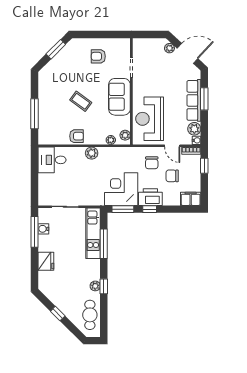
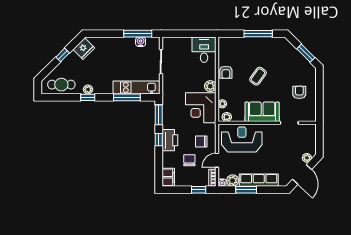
window: (204, 99) -> (246, 190), moved
window: (34, 114) -> (258, 34), moved
corner desk: (121, 189) -> (201, 108), moved, turned 180
fridge: (46, 261) -> (84, 49), moved, turned -45

